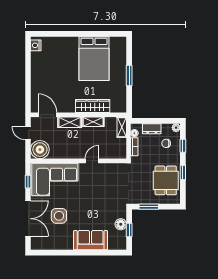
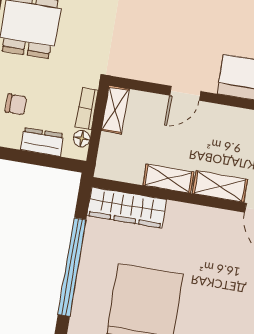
window: (129, 76) -> (72, 267), width x2.11
wardrobe: (93, 106) -> (127, 207), moved
shelving: (122, 127) -> (115, 110), moved

